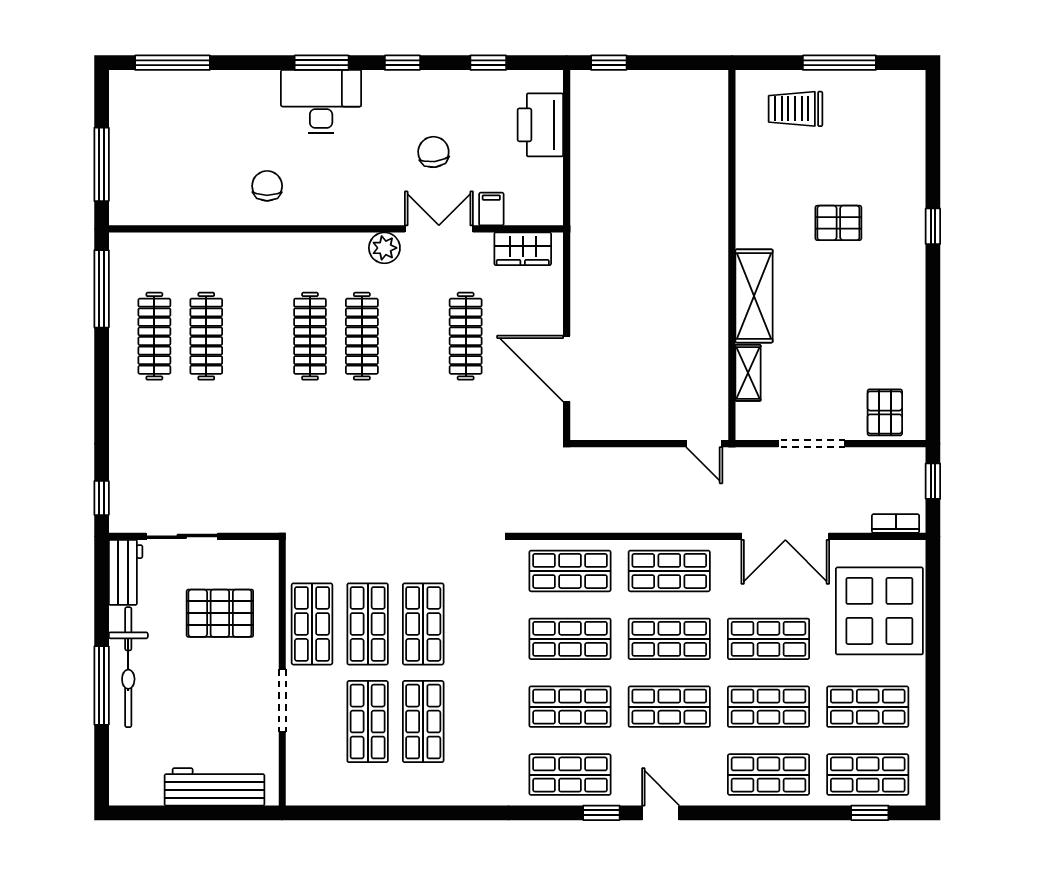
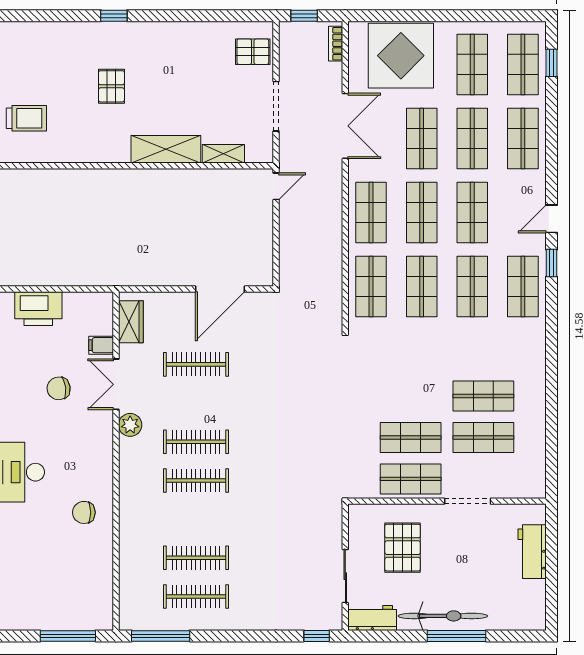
trolley: (795, 109) -> (26, 118), turned -90
shop shelf: (423, 624) -> (411, 396), removed
workbench: (215, 787) -> (532, 552), width x0.73

